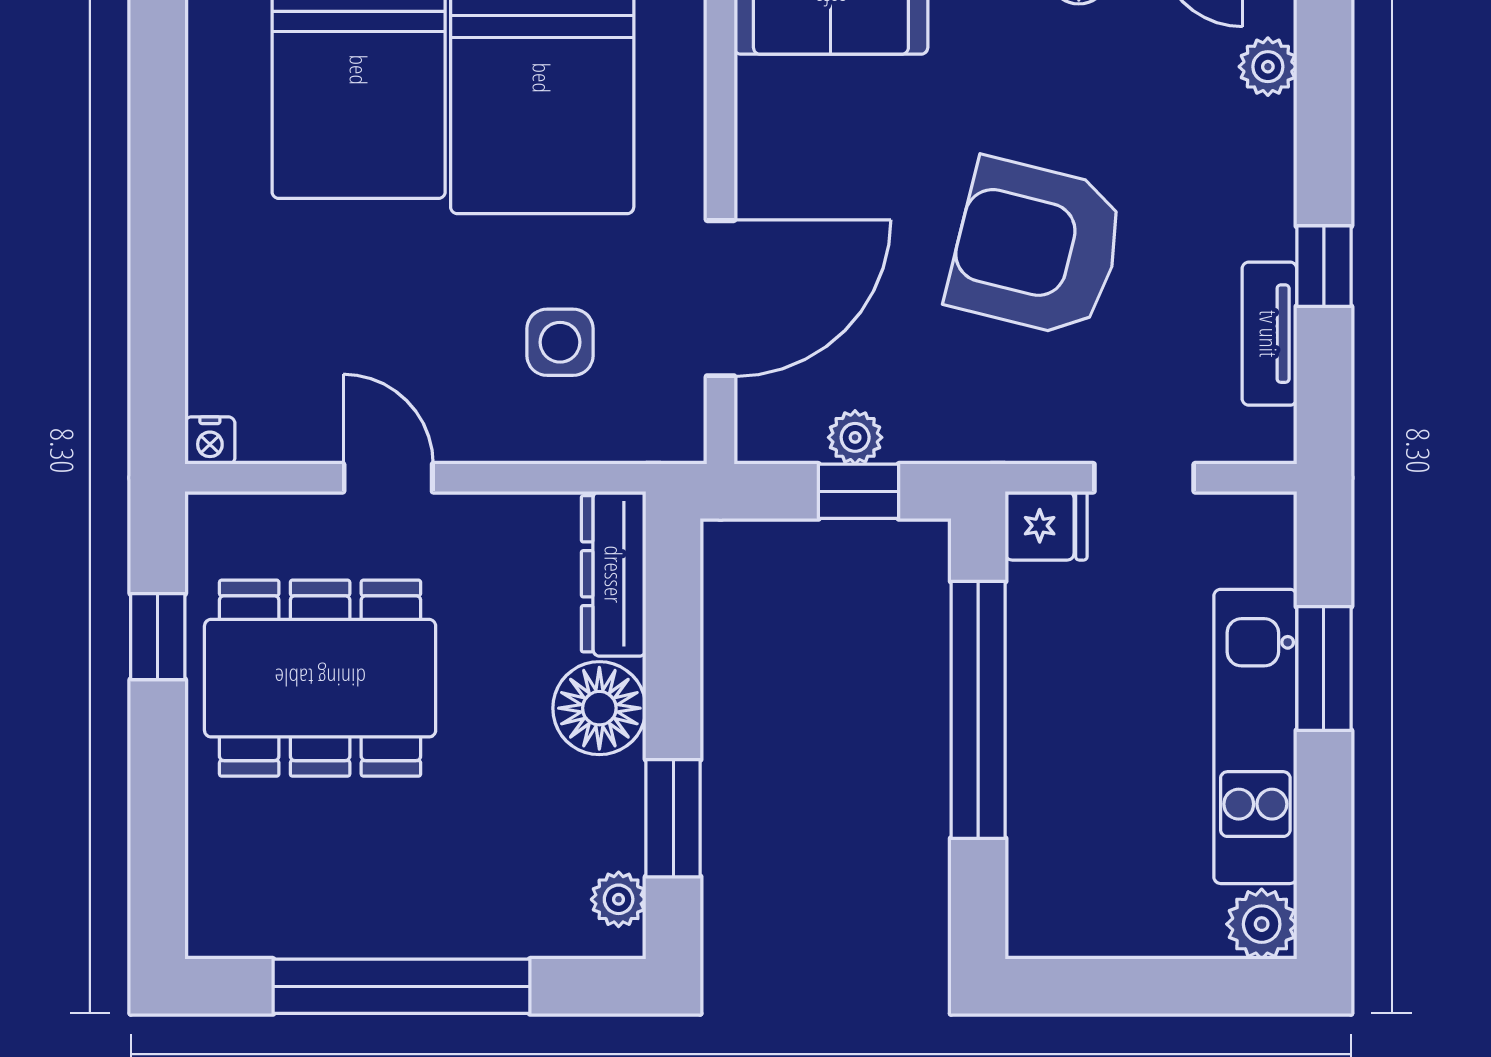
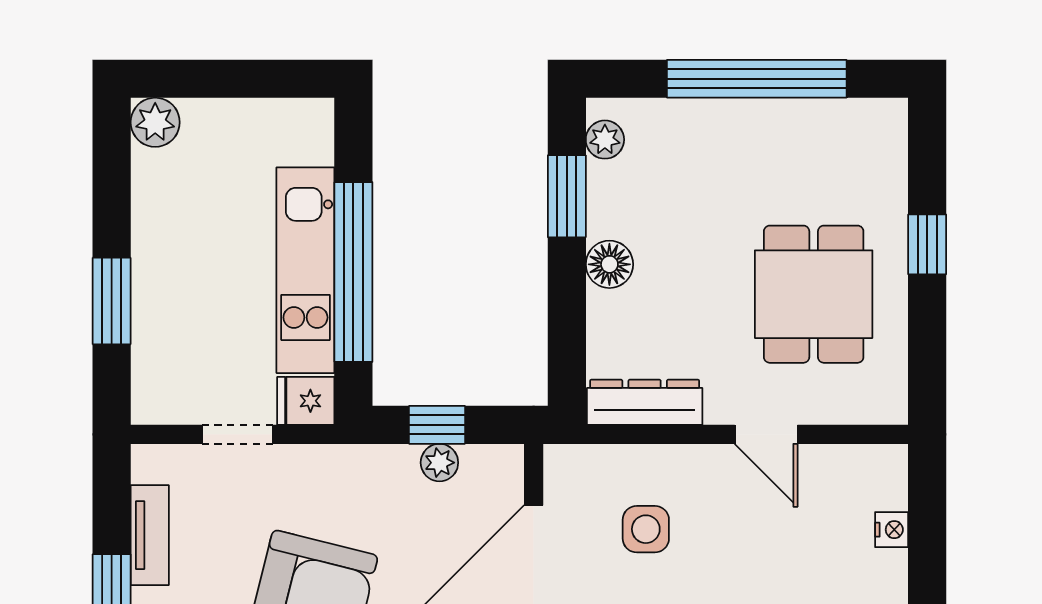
nightstand: (210, 441) -> (892, 530), moved, turned 90
dresser: (614, 574) -> (645, 402), moved, turned -90
window: (158, 637) -> (927, 244), moved
dining table: (320, 678) -> (814, 294), width x0.73
floor lamp: (599, 708) -> (609, 264), width x0.73, depth x0.73
kitchen unit: (1255, 736) -> (305, 270), moved, turned 180

